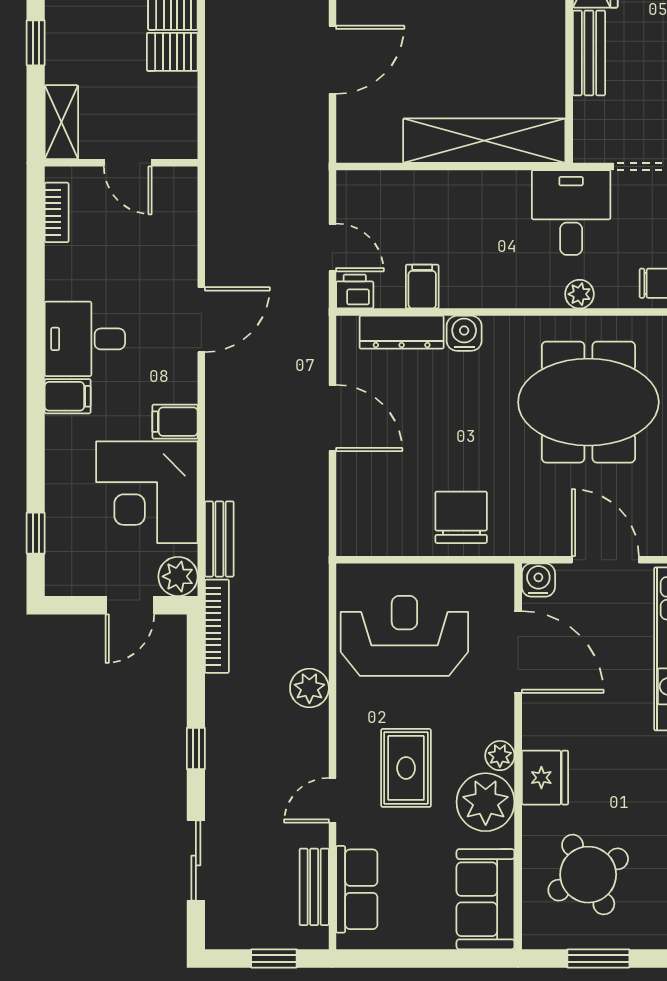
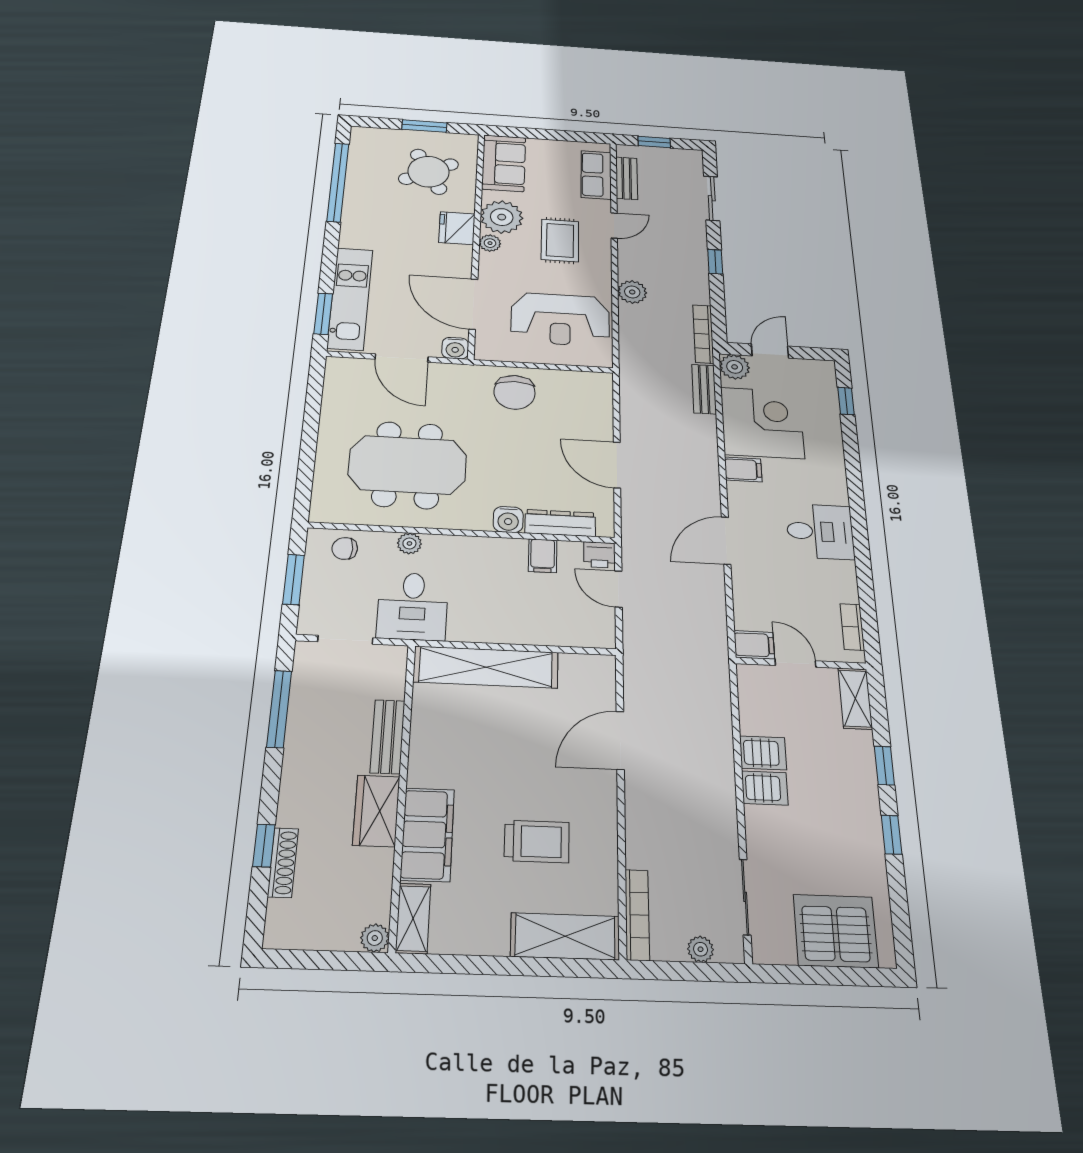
filing cabinet: (68, 396) -> (754, 645), moved, turned 180

